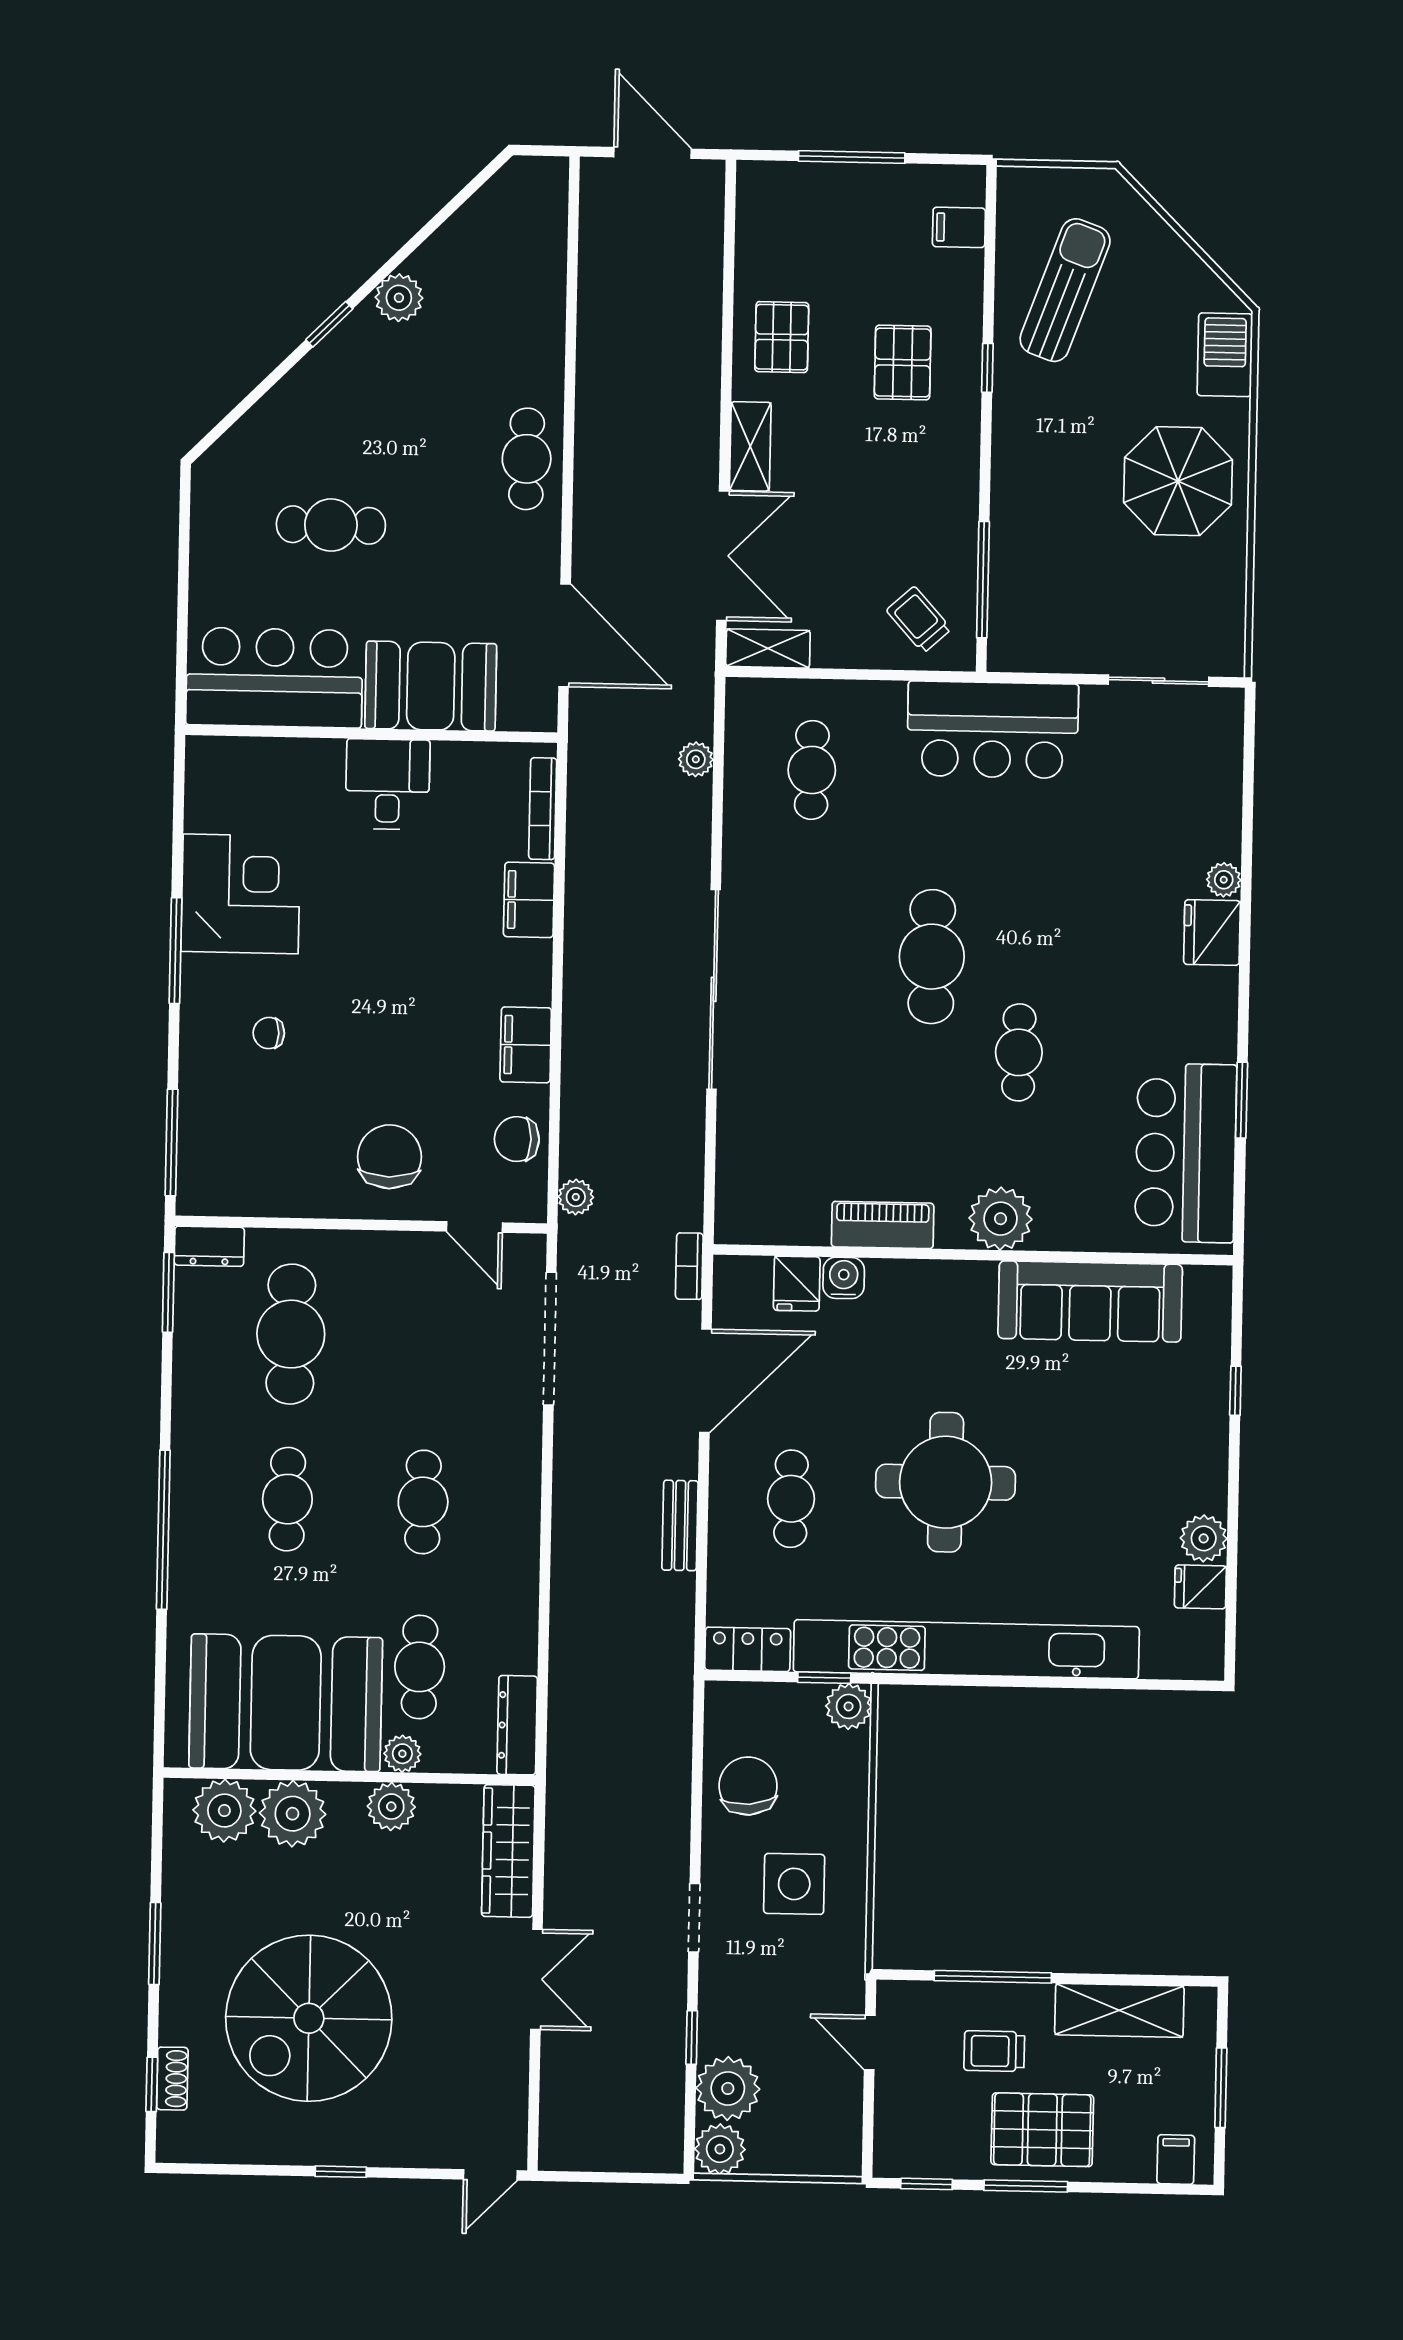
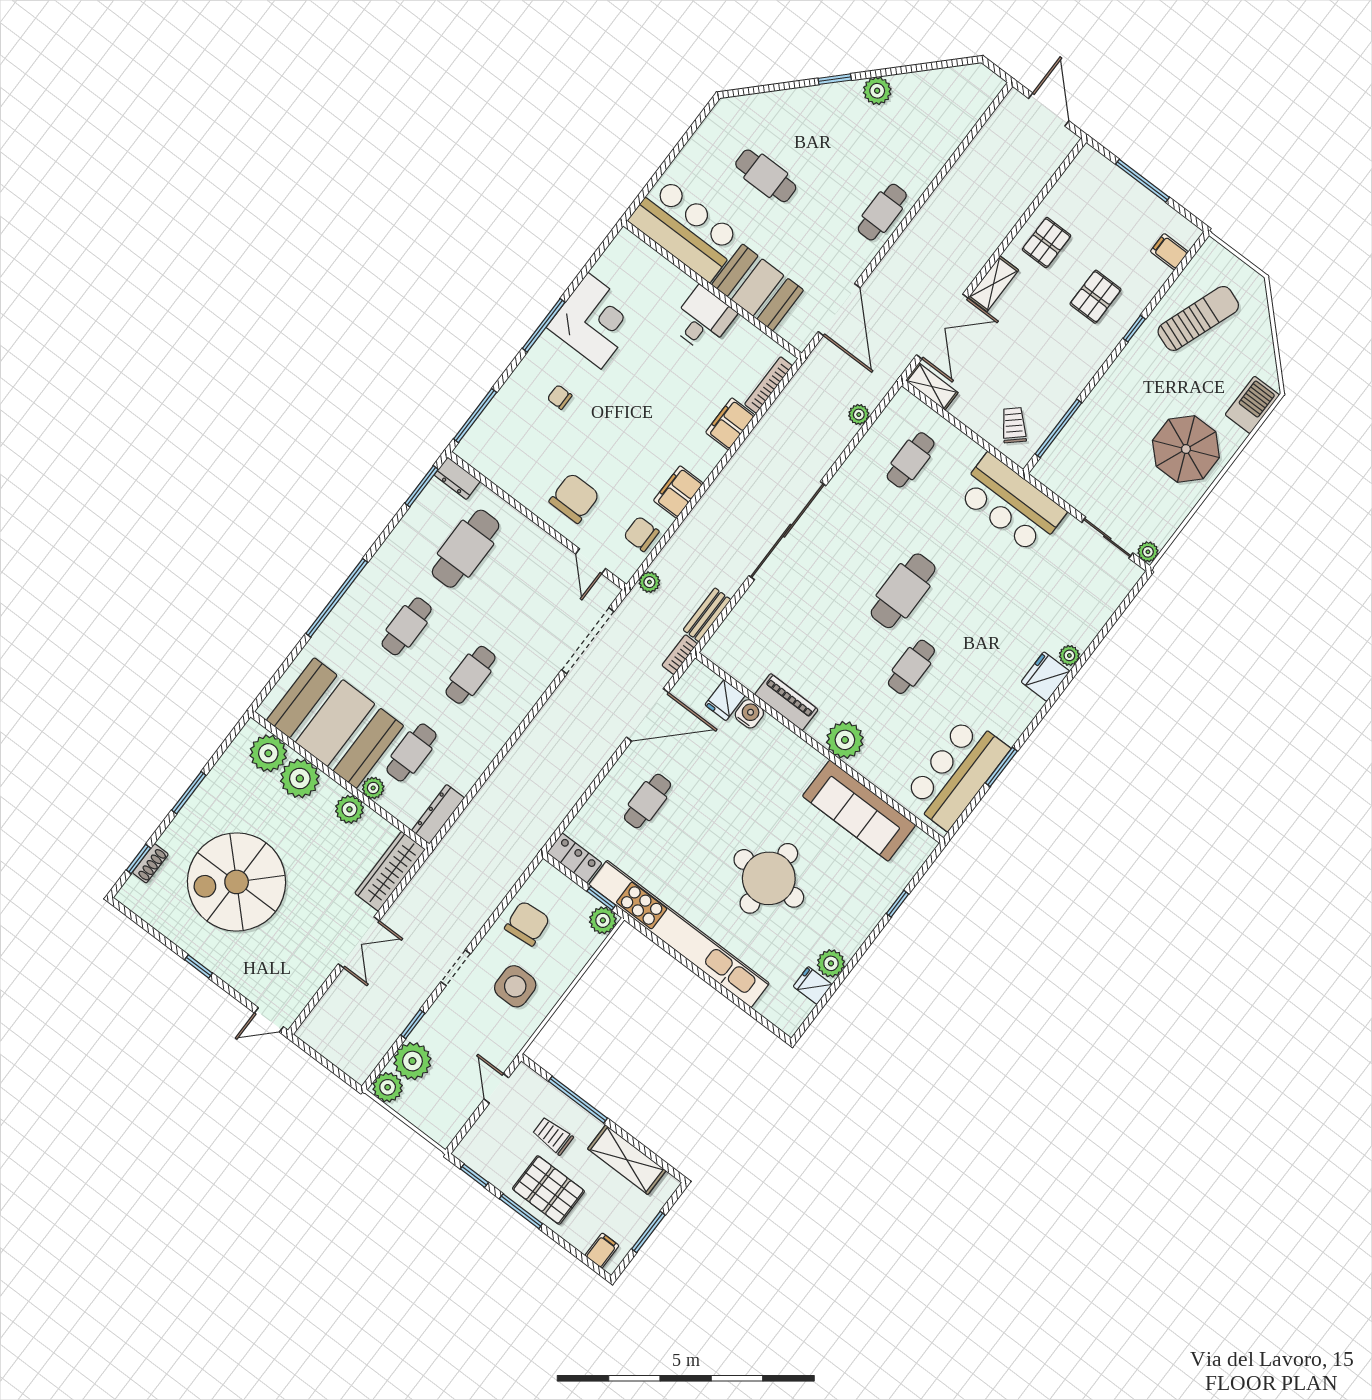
plant: (1228, 660) -> (1148, 552), added
round table: (946, 1482) -> (769, 878), moved
bench: (680, 1525) -> (707, 615), moved

